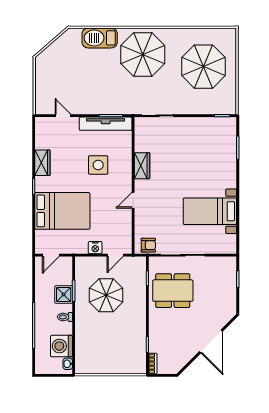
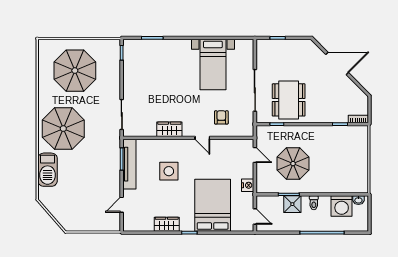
armchair: (148, 245) -> (221, 117), moved
nightstand: (95, 248) -> (248, 185), moved

